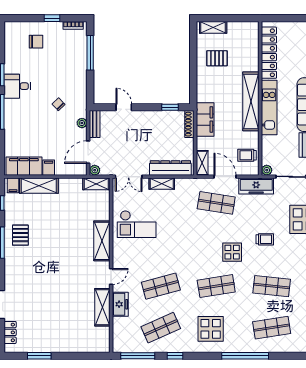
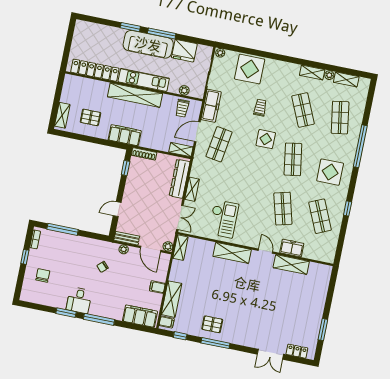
pallet: (217, 58) -> (90, 117), turned 90
filing cabinet: (205, 119) -> (125, 135), moved
filing cabinet: (24, 166) -> (140, 316), moved, turned 90
plant: (267, 170) -> (184, 90), moved
shop shelf: (272, 286) -> (303, 110), turned -30
window: (138, 356) -> (341, 242), removed

